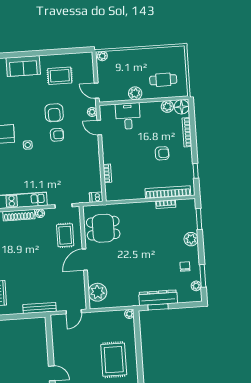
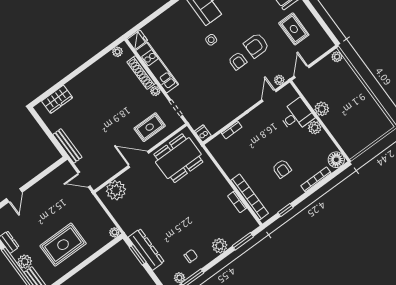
cafe table: (163, 80) -> (351, 127), removed
plant: (167, 106) -> (315, 128), moved
dining table: (103, 228) -> (178, 158), width x1.37

